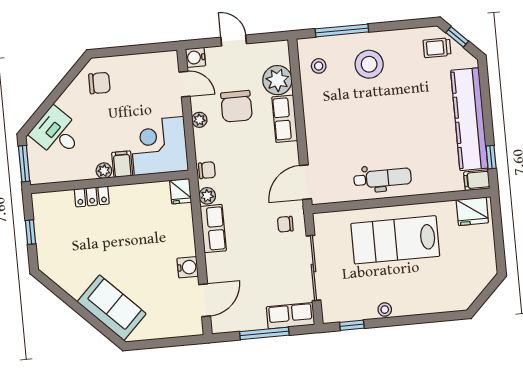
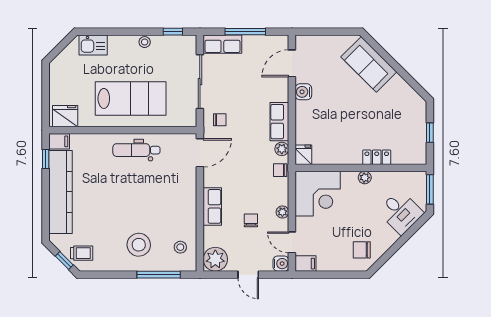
plant: (277, 80) -> (215, 259), moved
chair: (236, 106) -> (251, 220), width x0.54, depth x0.54
filing cabinet: (122, 164) -> (306, 264), moved, turned -90
kitchen sink: (447, 300) -> (93, 45), added

